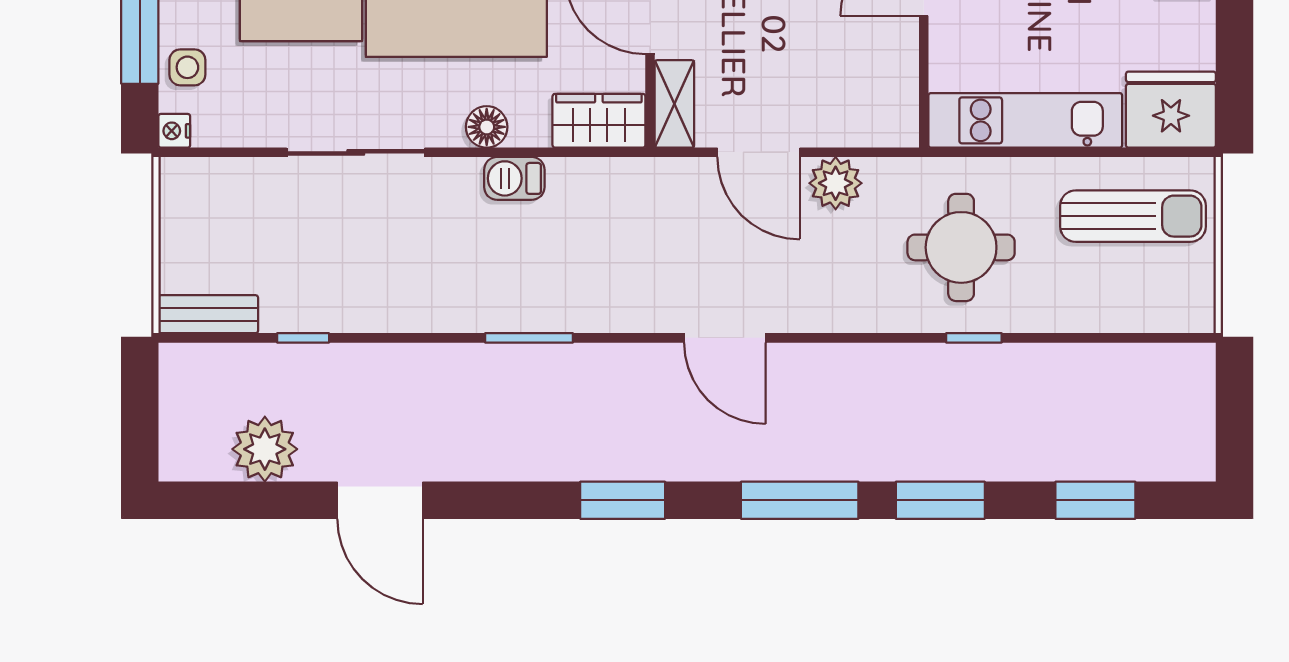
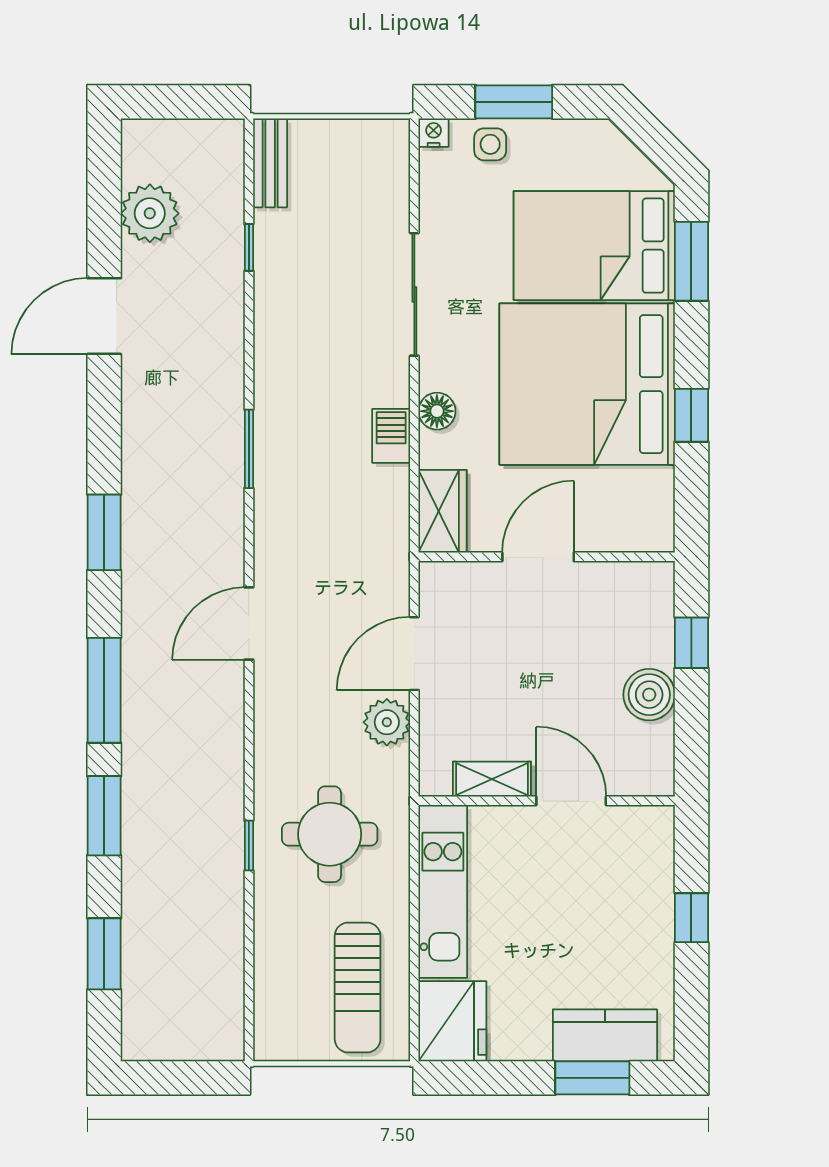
shelving: (674, 104) -> (492, 779), moved

